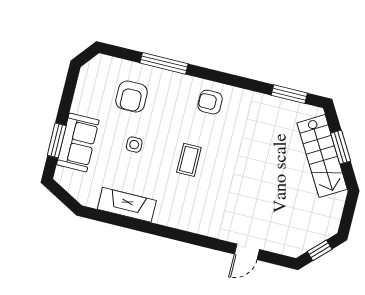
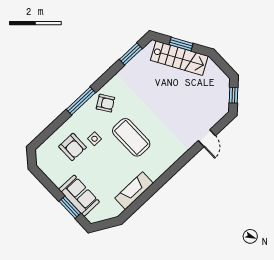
window: (164, 63) -> (81, 101), moved
armchair: (210, 102) -> (105, 103), turned -124
side table: (134, 145) -> (95, 139), moved
coffee table: (189, 160) -> (131, 137), width x1.86, depth x1.72

